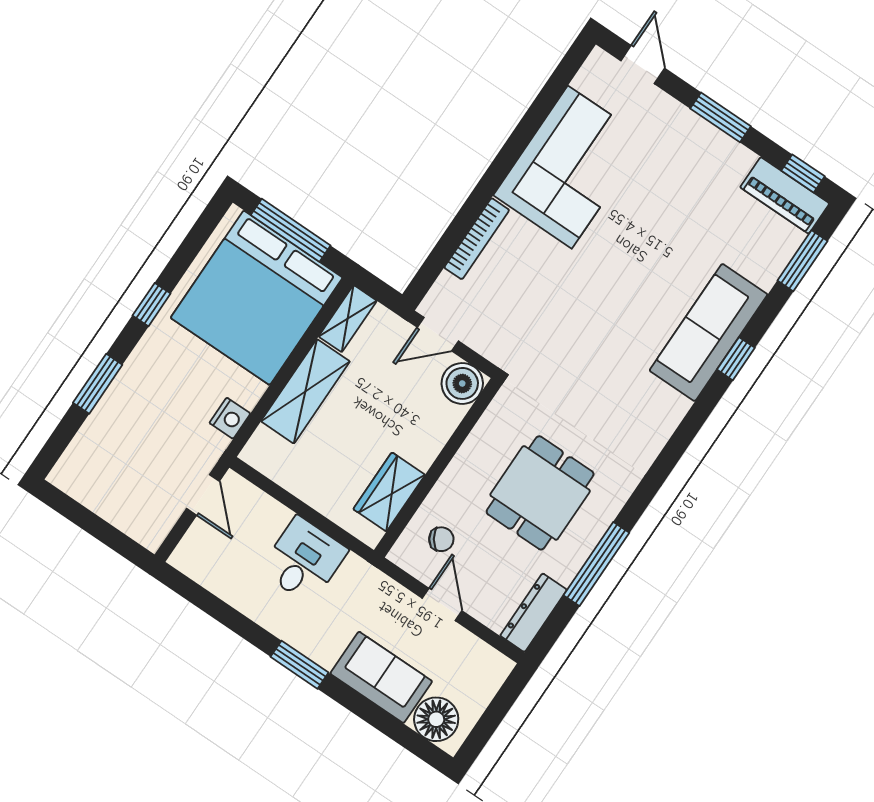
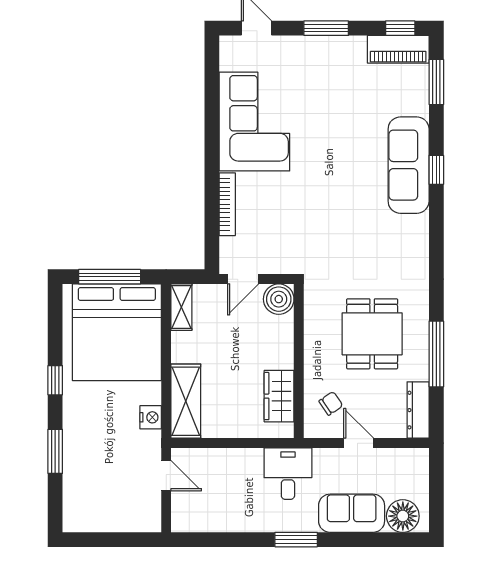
shelving: (305, 391) -> (186, 401), moved
desk: (304, 560) -> (288, 474), moved

